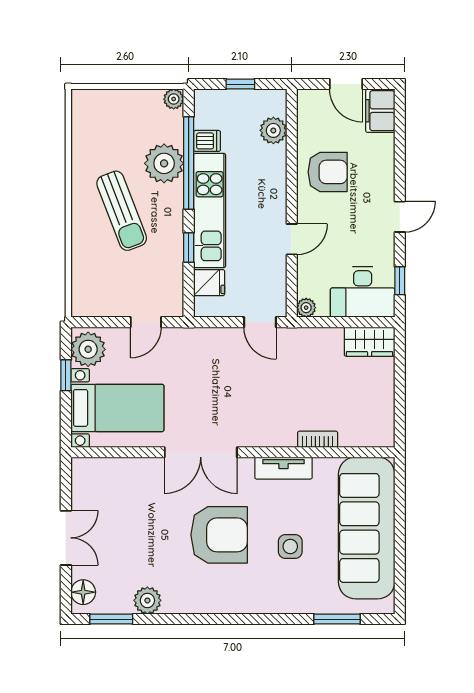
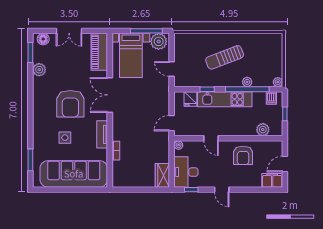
dishwasher: (207, 141) -> (271, 98), moved
plant: (164, 163) -> (247, 82), width x0.53, depth x0.53
window: (66, 375) -> (146, 31), width x2.17
piano: (110, 474) -> (99, 52), added

